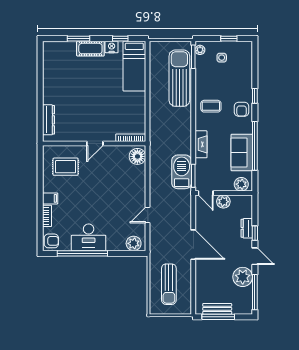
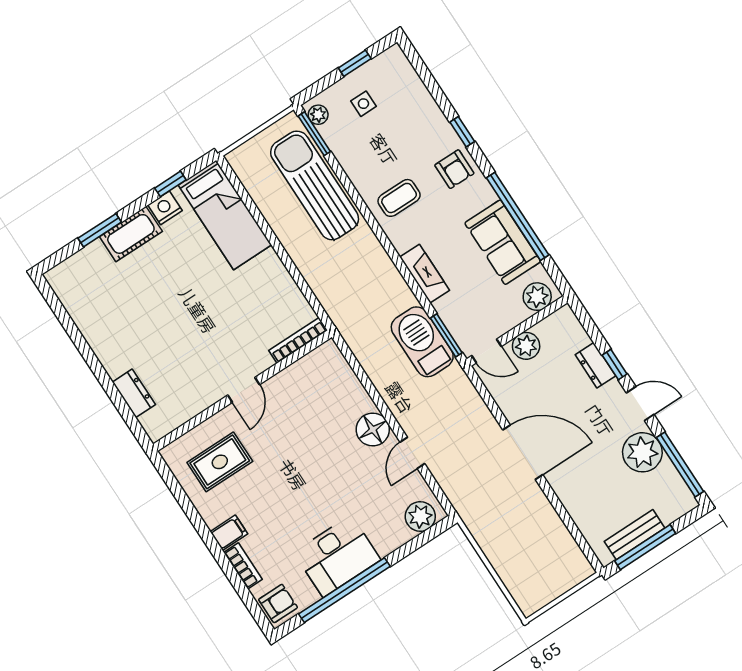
dresser: (49, 120) -> (134, 393), width x0.70
floor lamp: (137, 156) -> (373, 429), moved
sun lounger: (169, 284) -> (525, 546), removed

